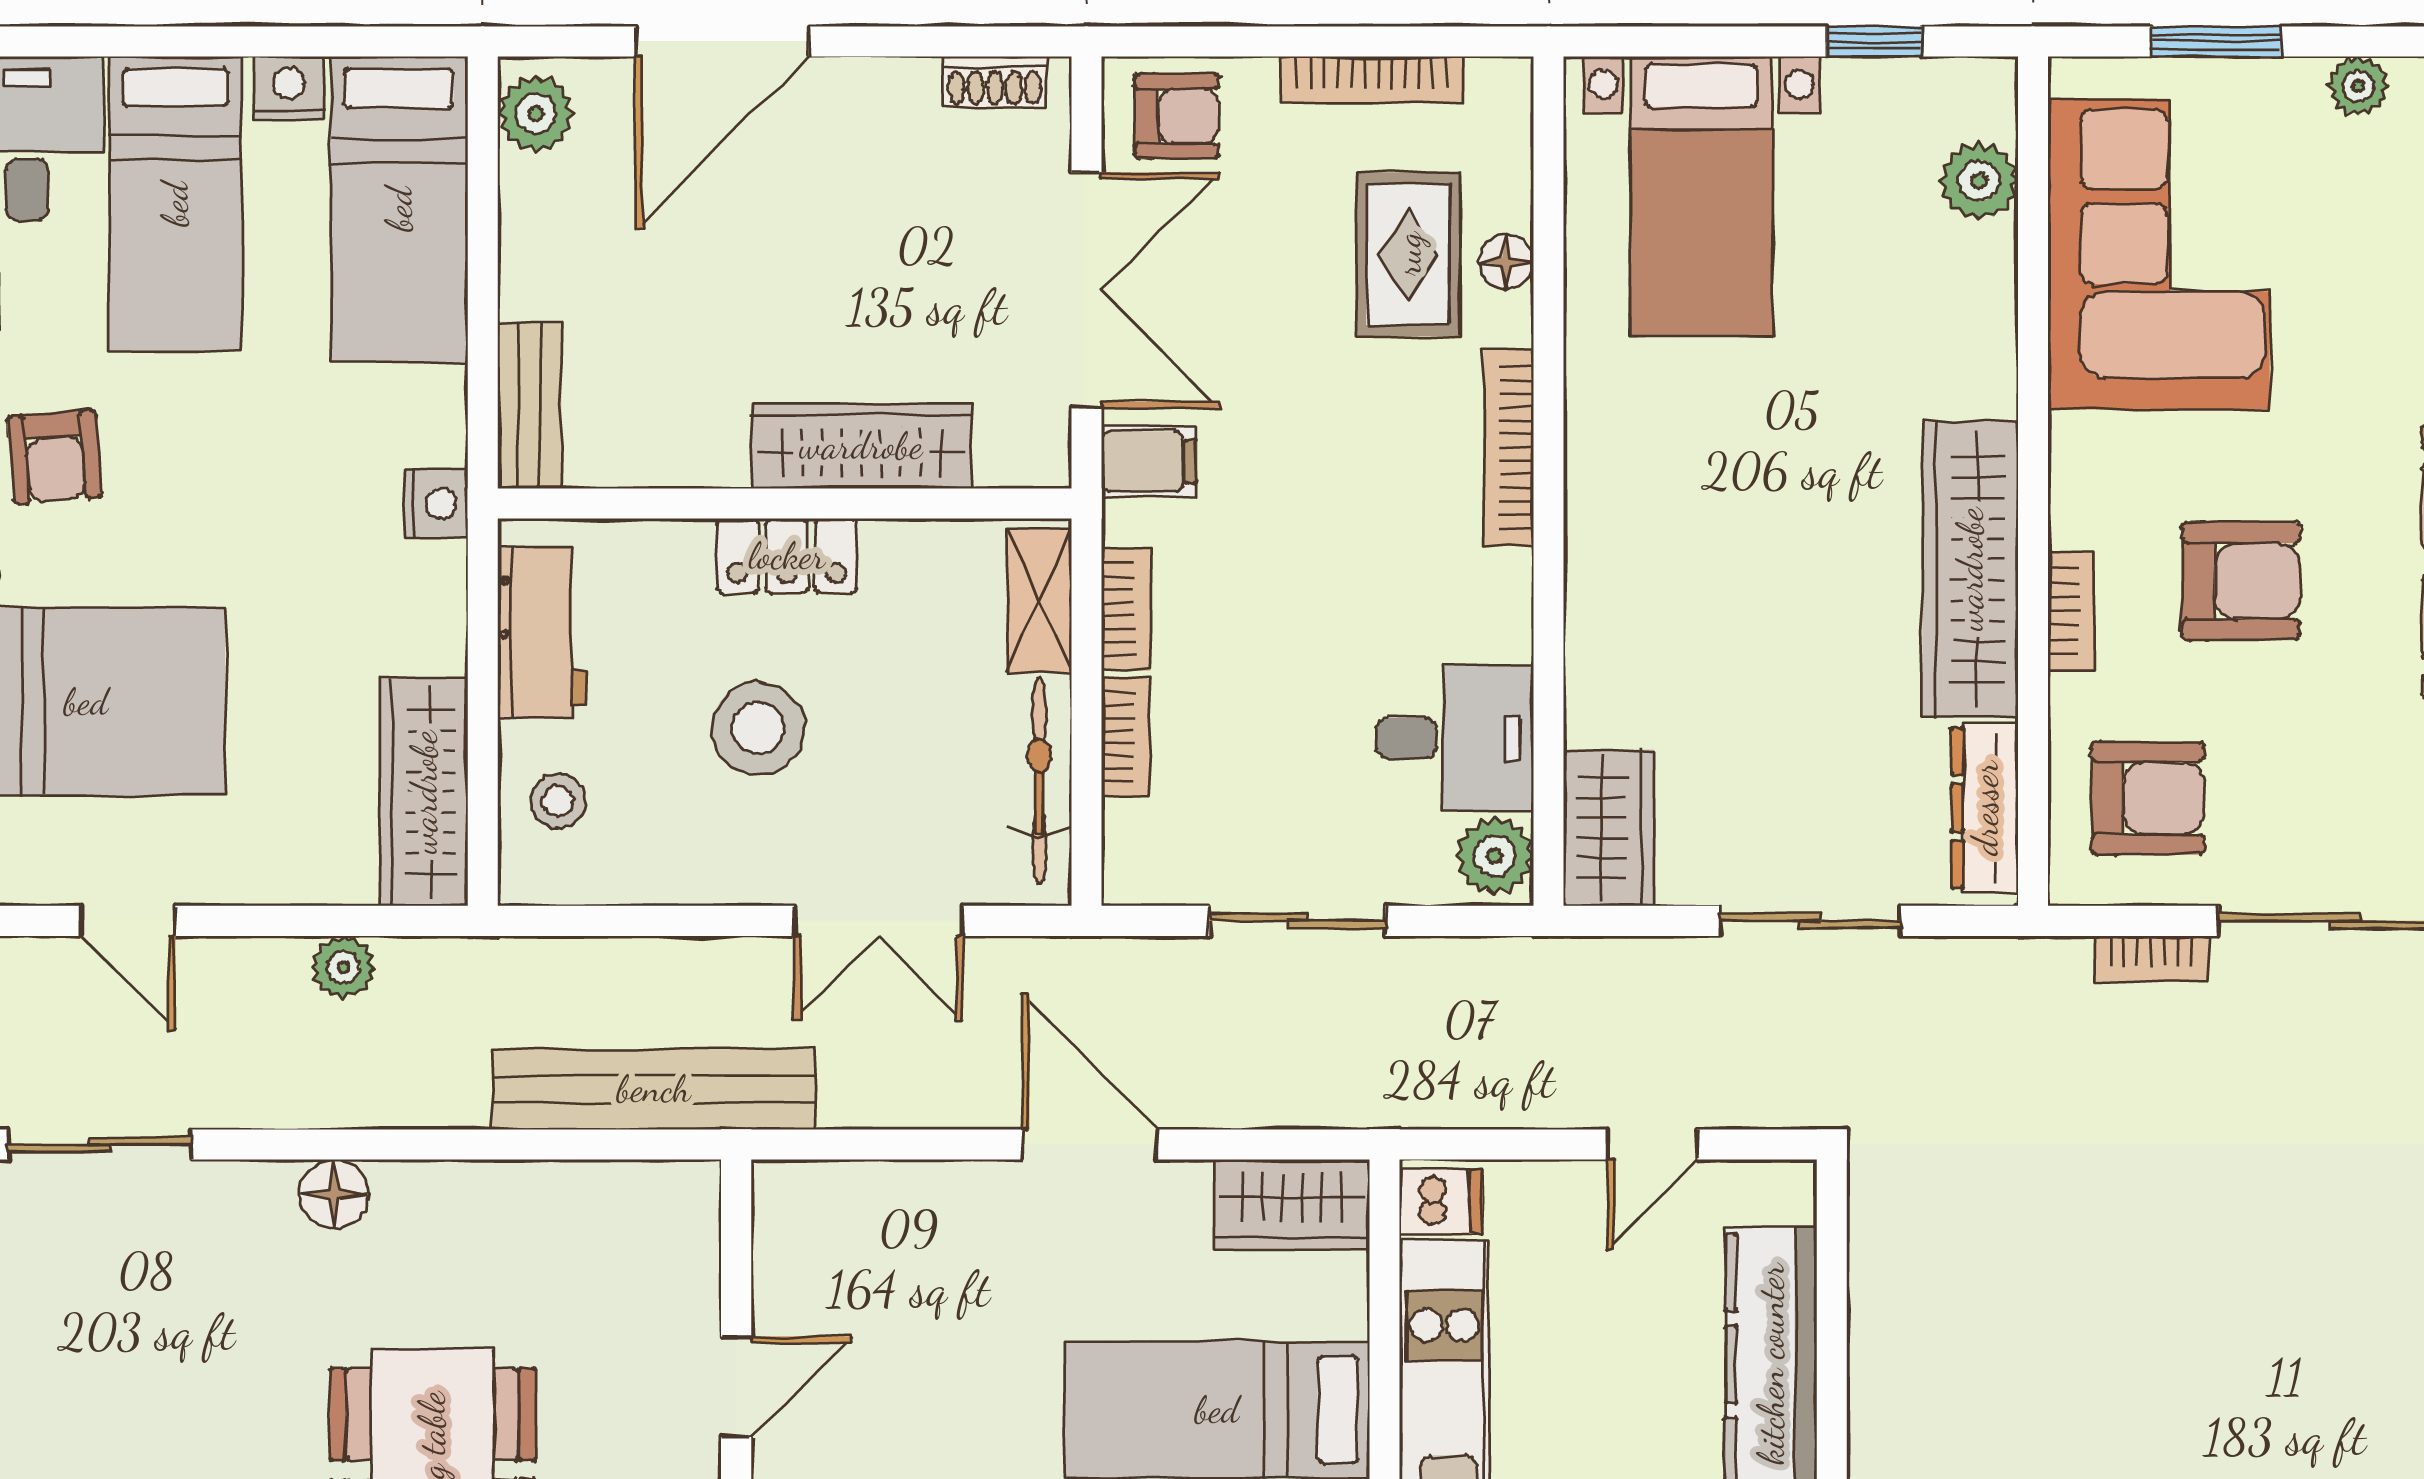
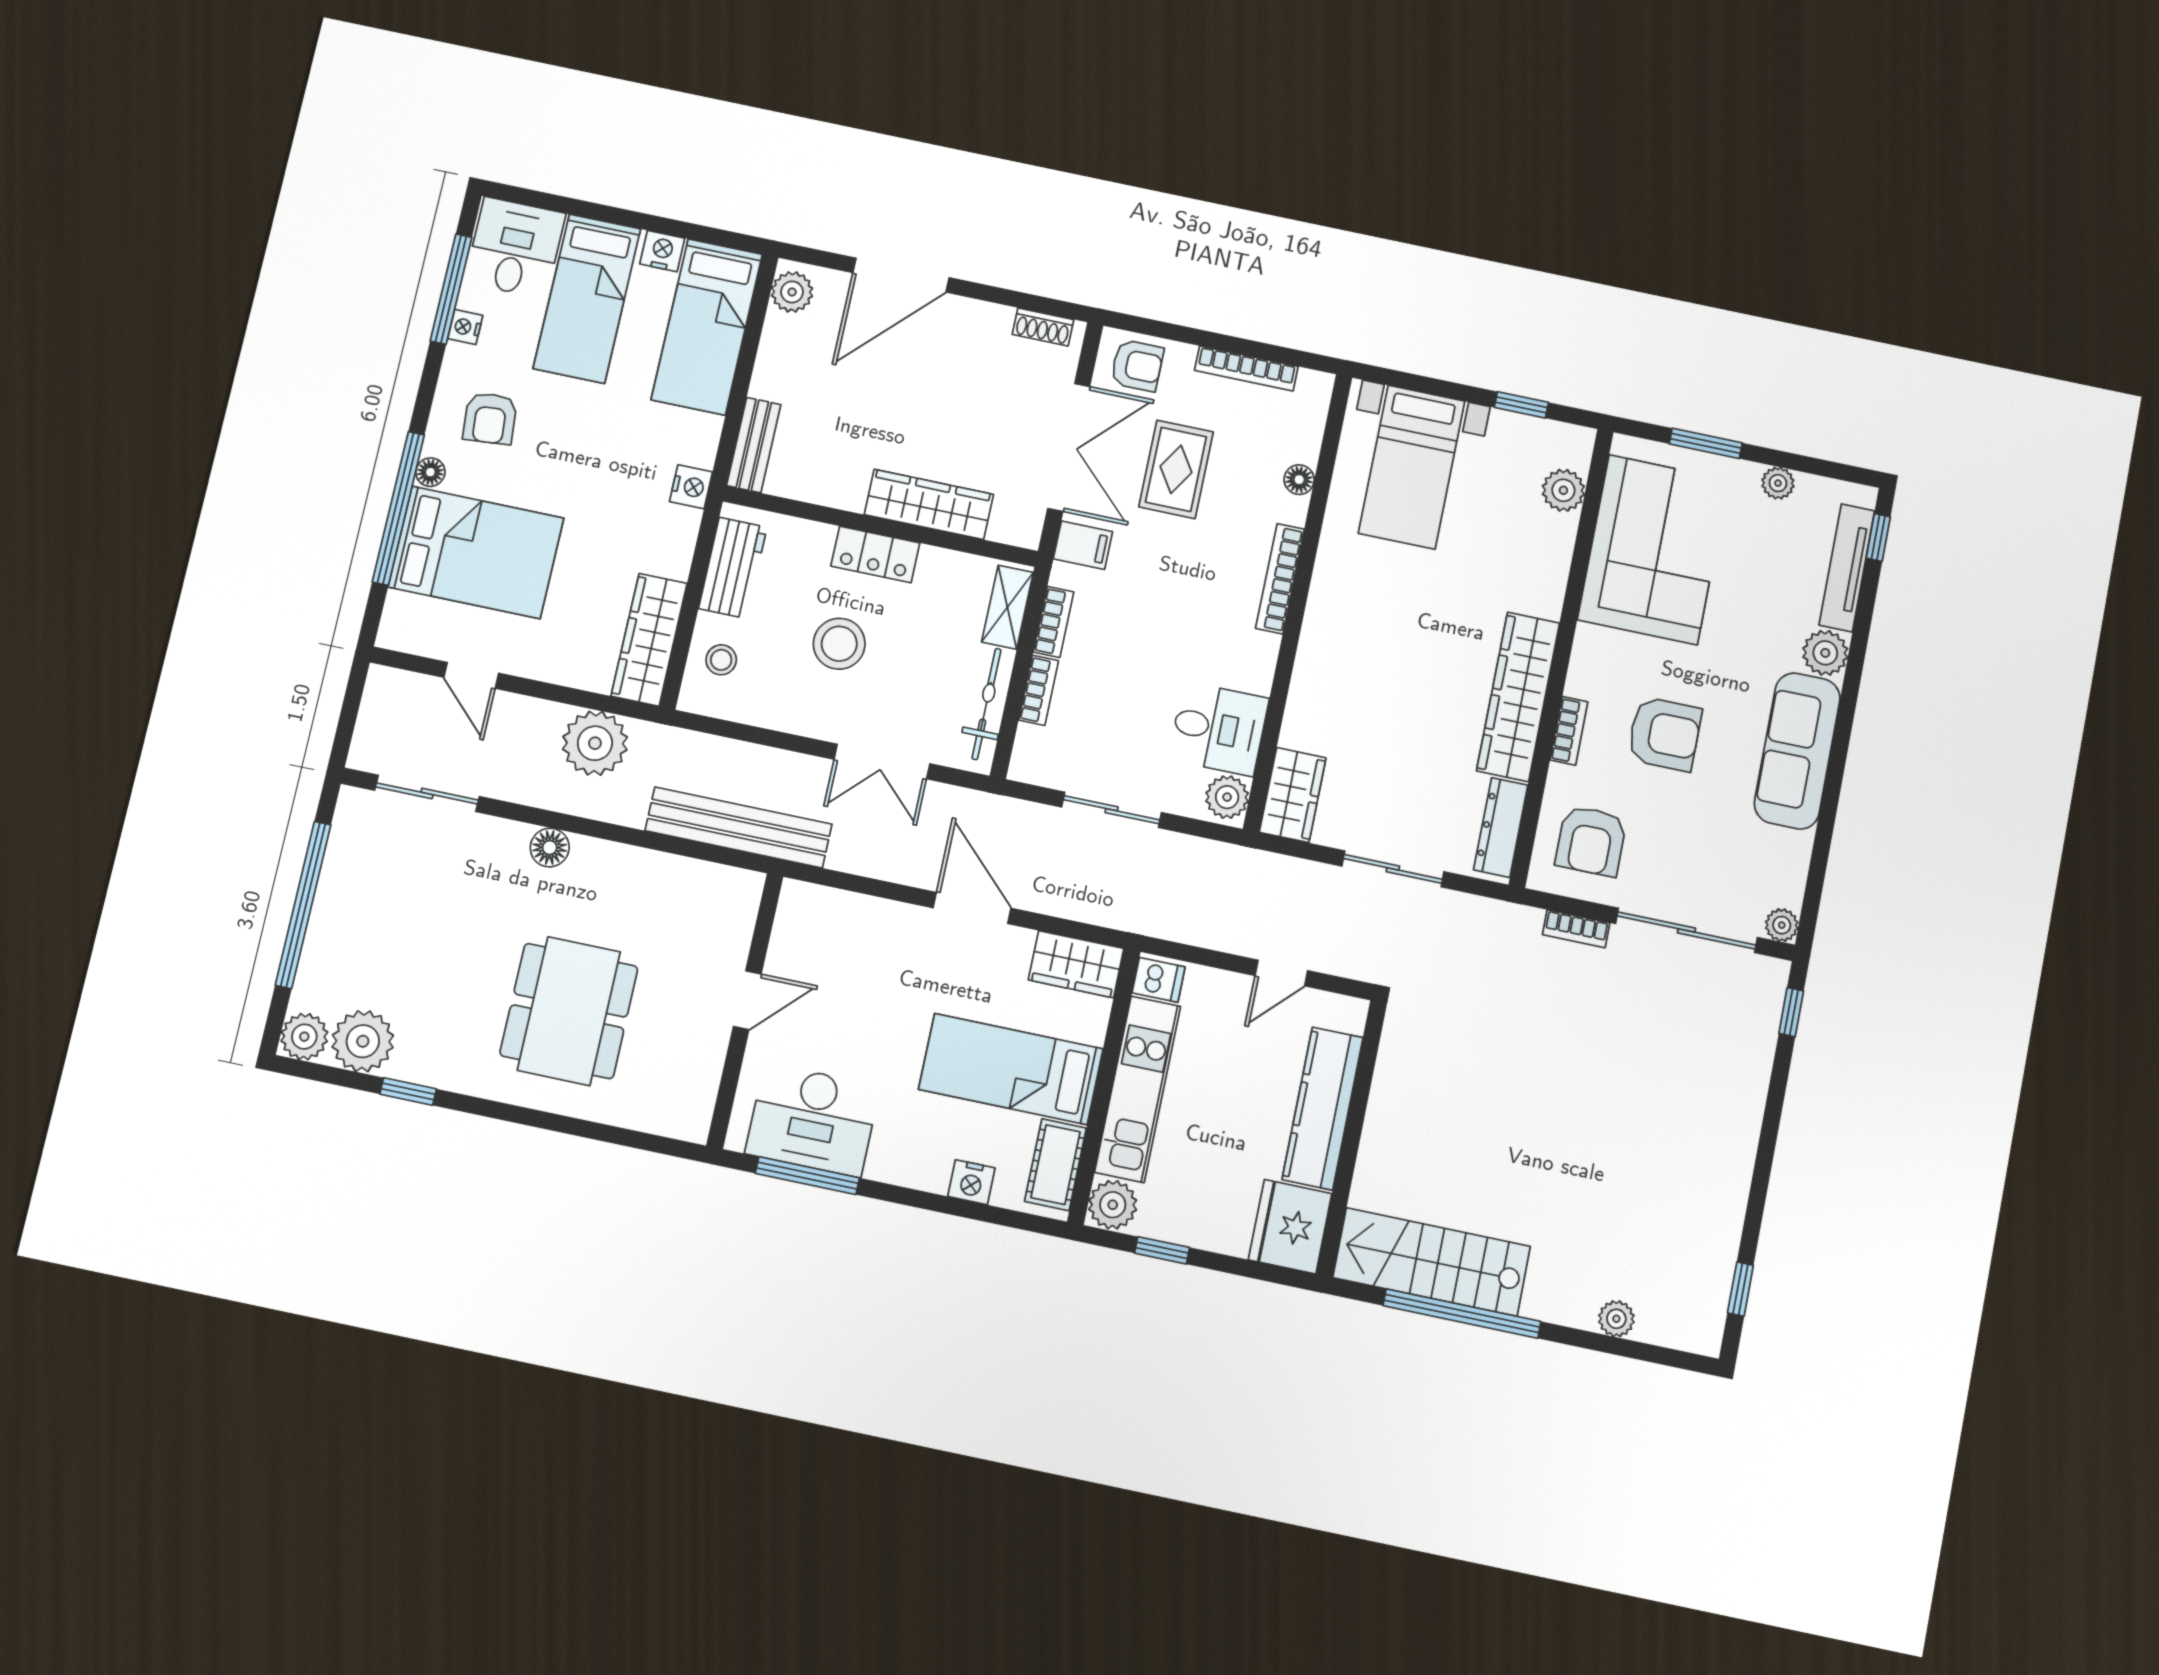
rug: (1408, 254) -> (1176, 469), moved
armchair: (2148, 798) -> (1591, 841), turned 90
plant: (344, 967) -> (595, 743), width x1.87, depth x1.87

